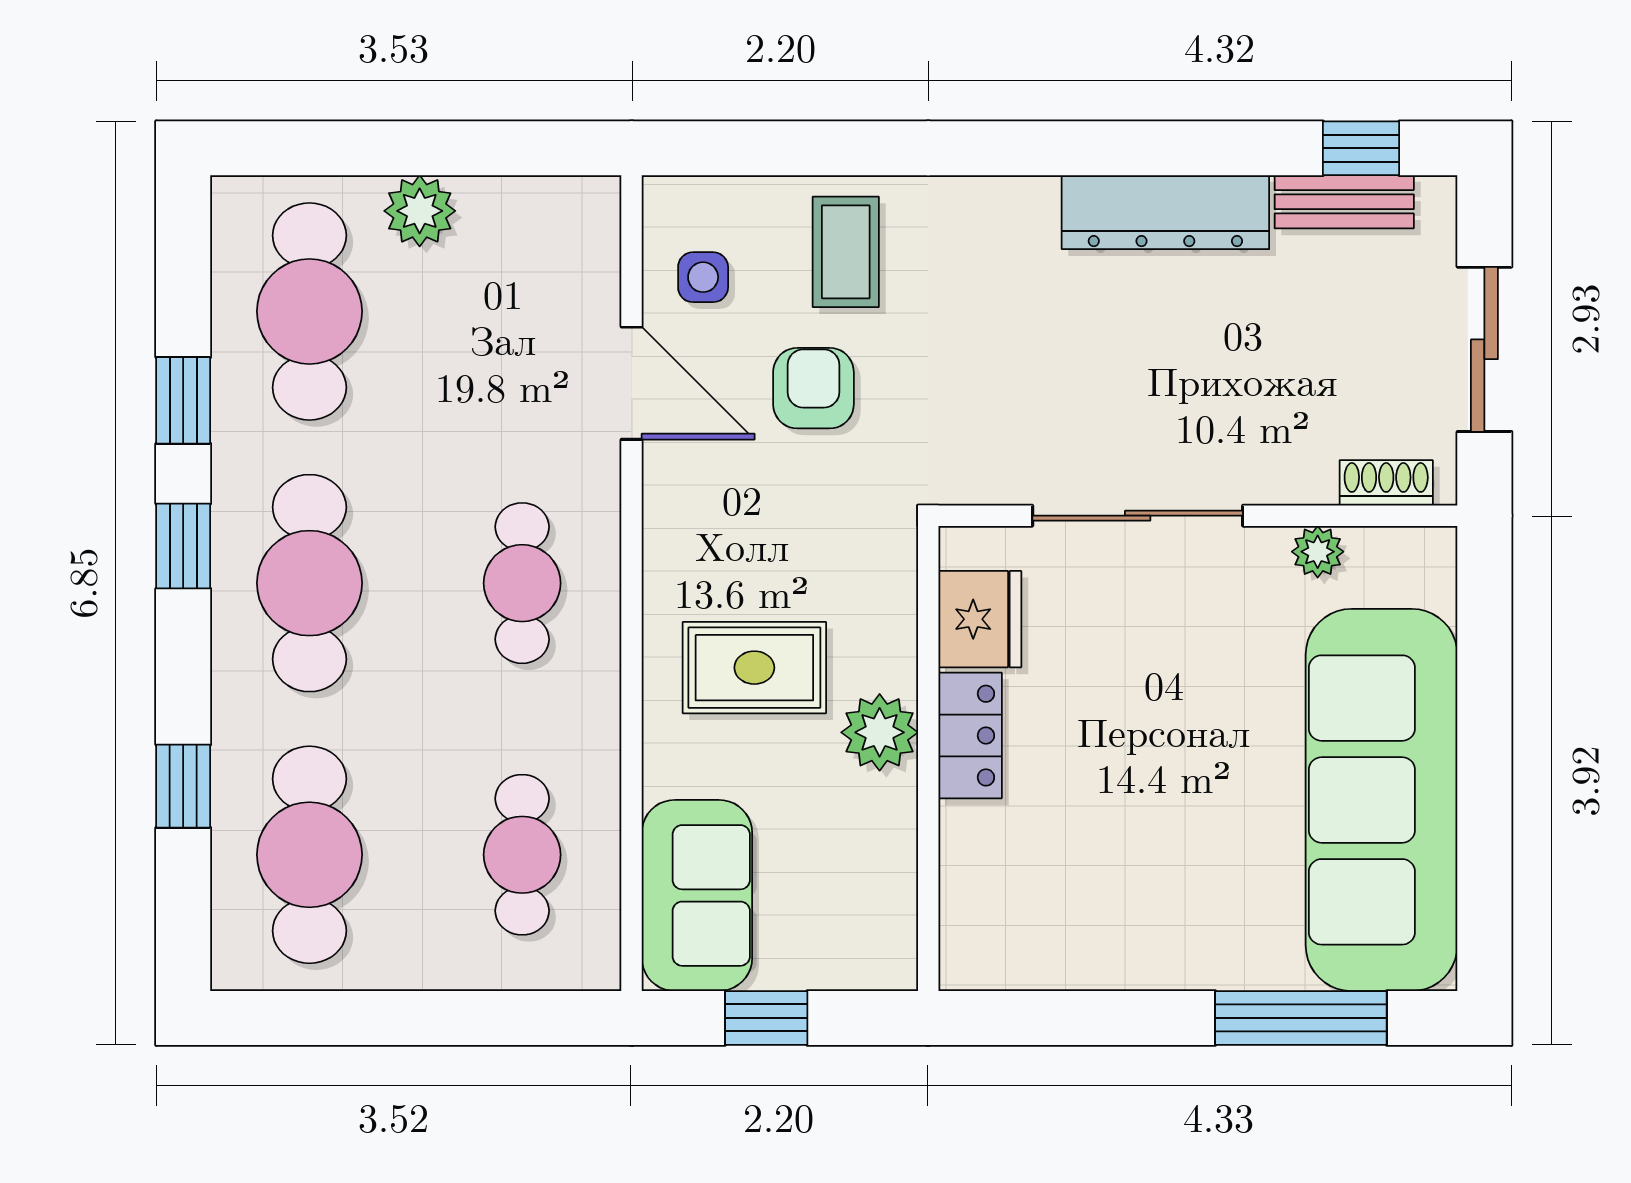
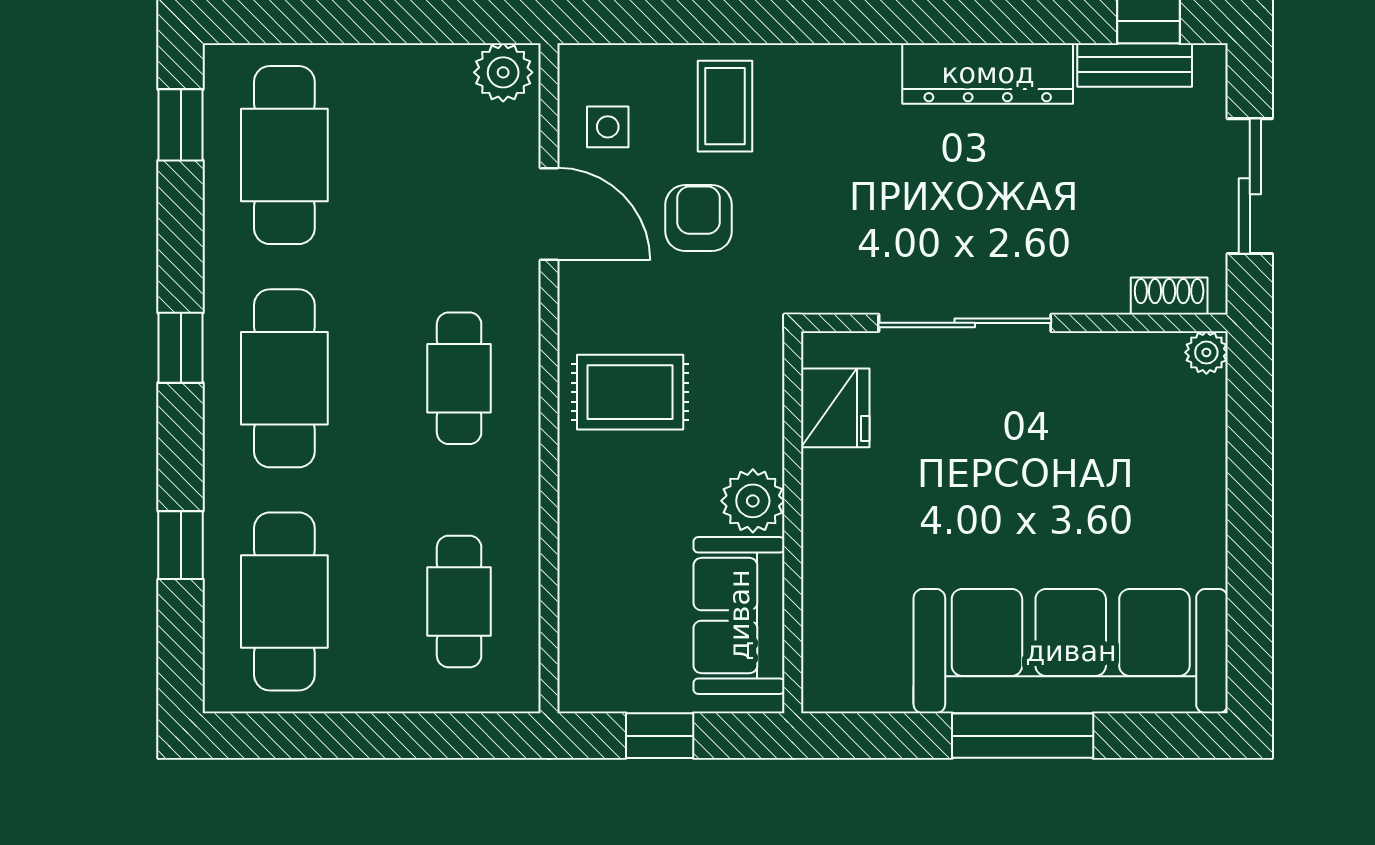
plant: (420, 211) -> (503, 72), moved
window: (183, 400) -> (181, 125), moved
plant: (1318, 552) -> (1206, 352), moved
rug: (754, 668) -> (630, 392), moved
locker: (970, 736) -> (827, 504), removed
sofa: (1382, 800) -> (1071, 651), moved, turned 90
sofa: (697, 895) -> (739, 615), moved, turned 180
window: (1301, 1018) -> (1023, 736), moved

